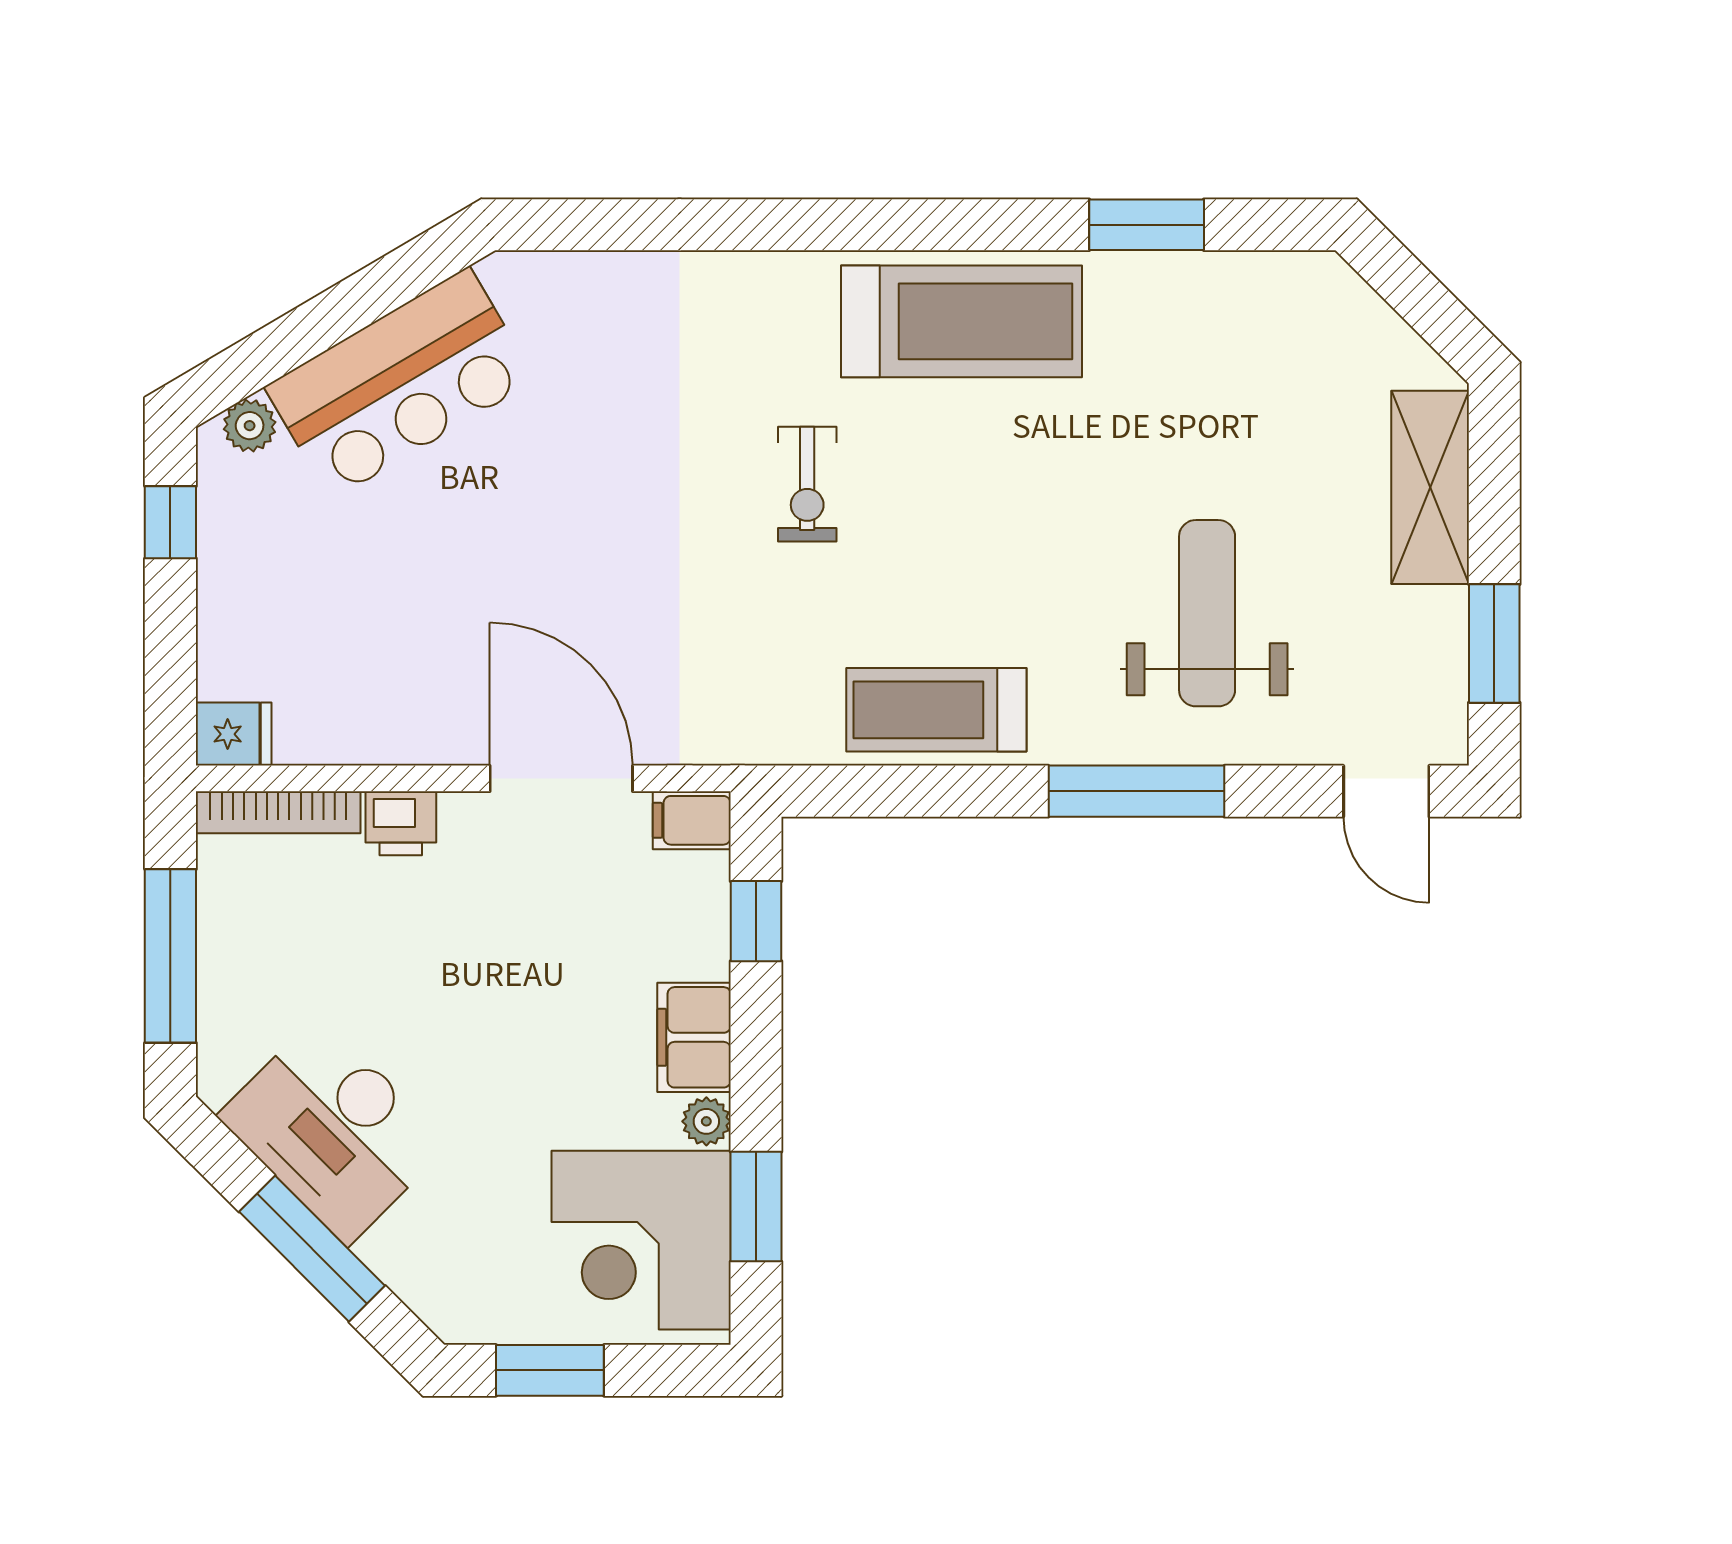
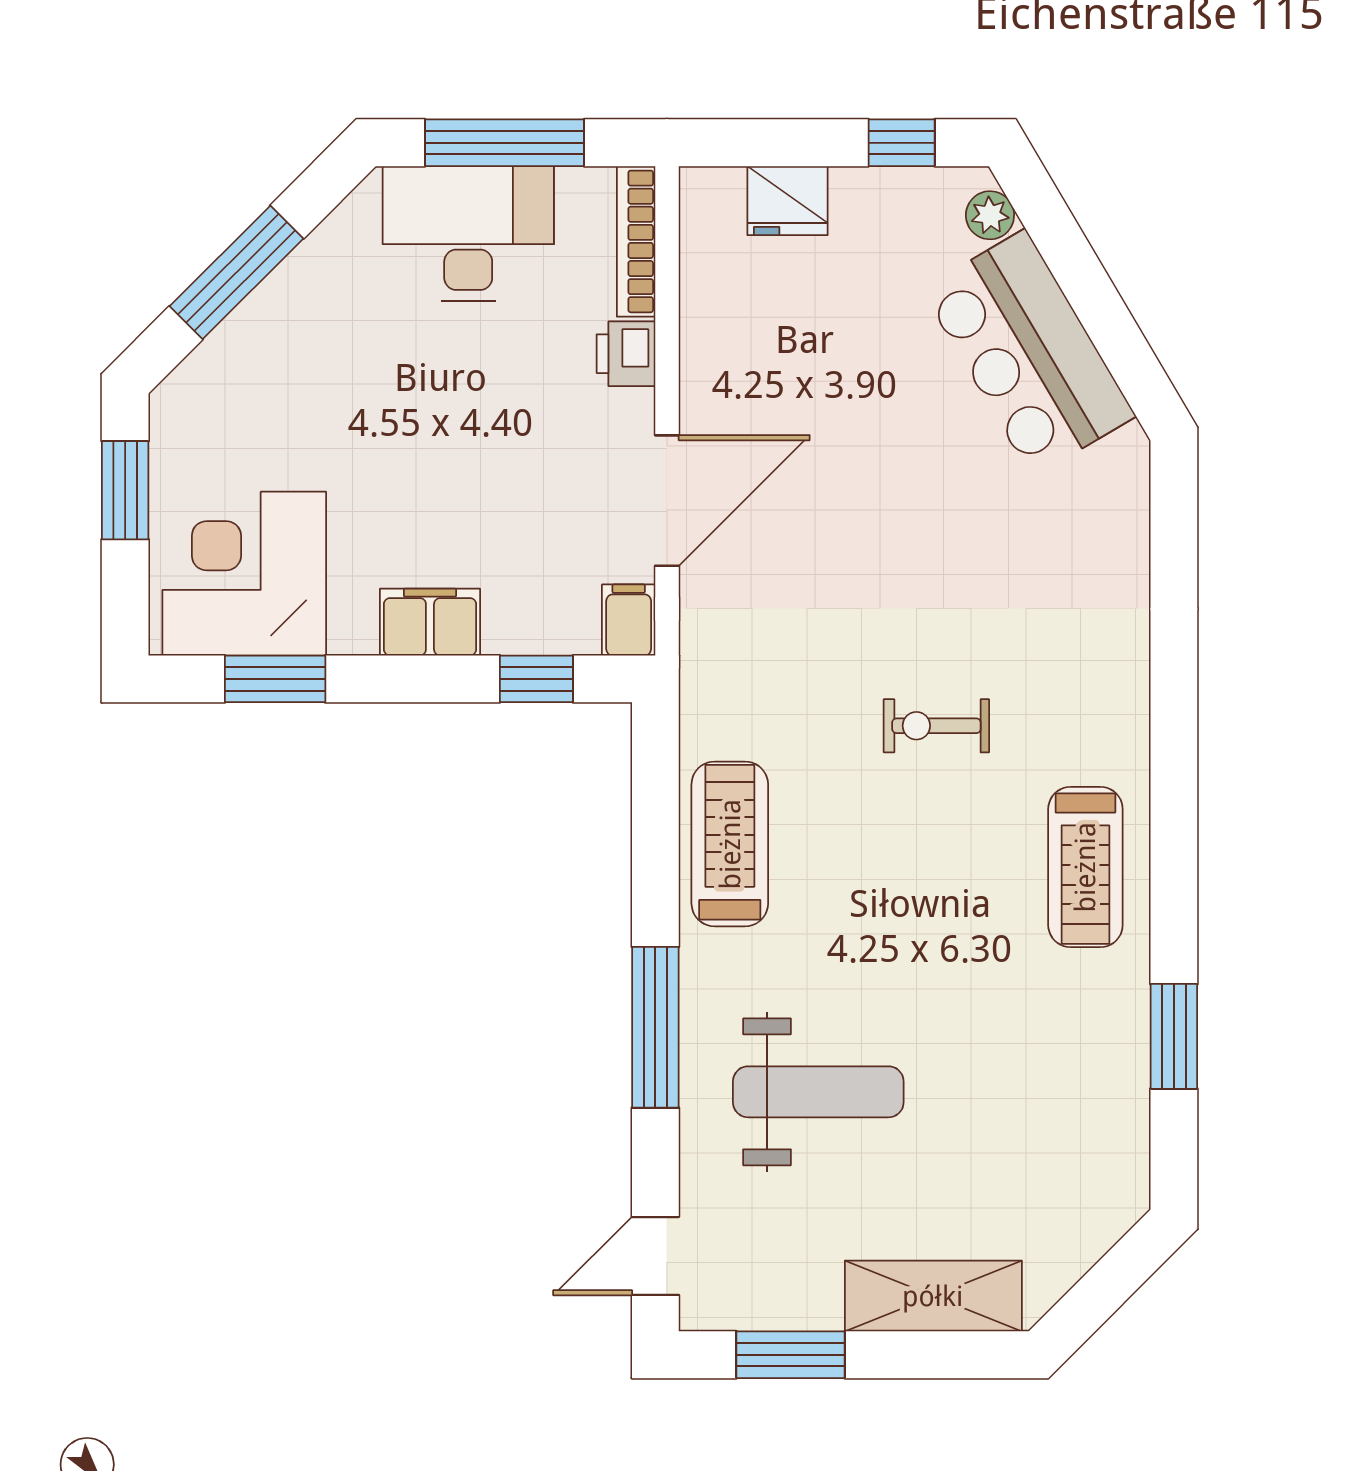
treadmill: (962, 321) -> (1085, 867), width x0.73, depth x0.73
fridge: (234, 734) -> (787, 201), moved, width x1.38
plant: (706, 1121) -> (353, 633), removed
desk: (333, 1130) -> (468, 233), moved, turned 45

